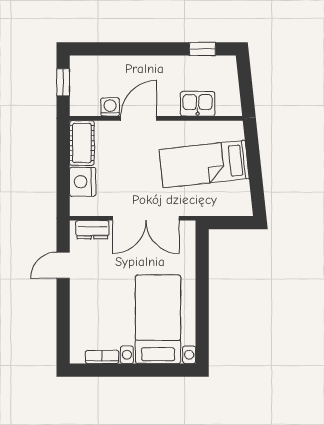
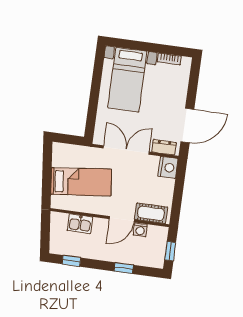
window: (126, 49) -> (124, 268), added
cot: (82, 143) -> (151, 213), moved, turned 90
nightstand: (83, 182) -> (168, 167), moved
door: (63, 265) -> (187, 126), width x1.87

